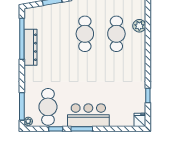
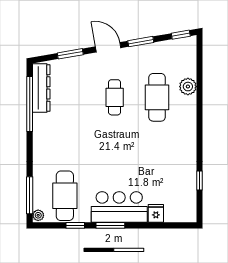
cafe table: (85, 34) -> (115, 97), width x0.73, depth x0.74
dresser: (30, 47) -> (41, 88), moved
fridge: (140, 120) -> (156, 213), moved

